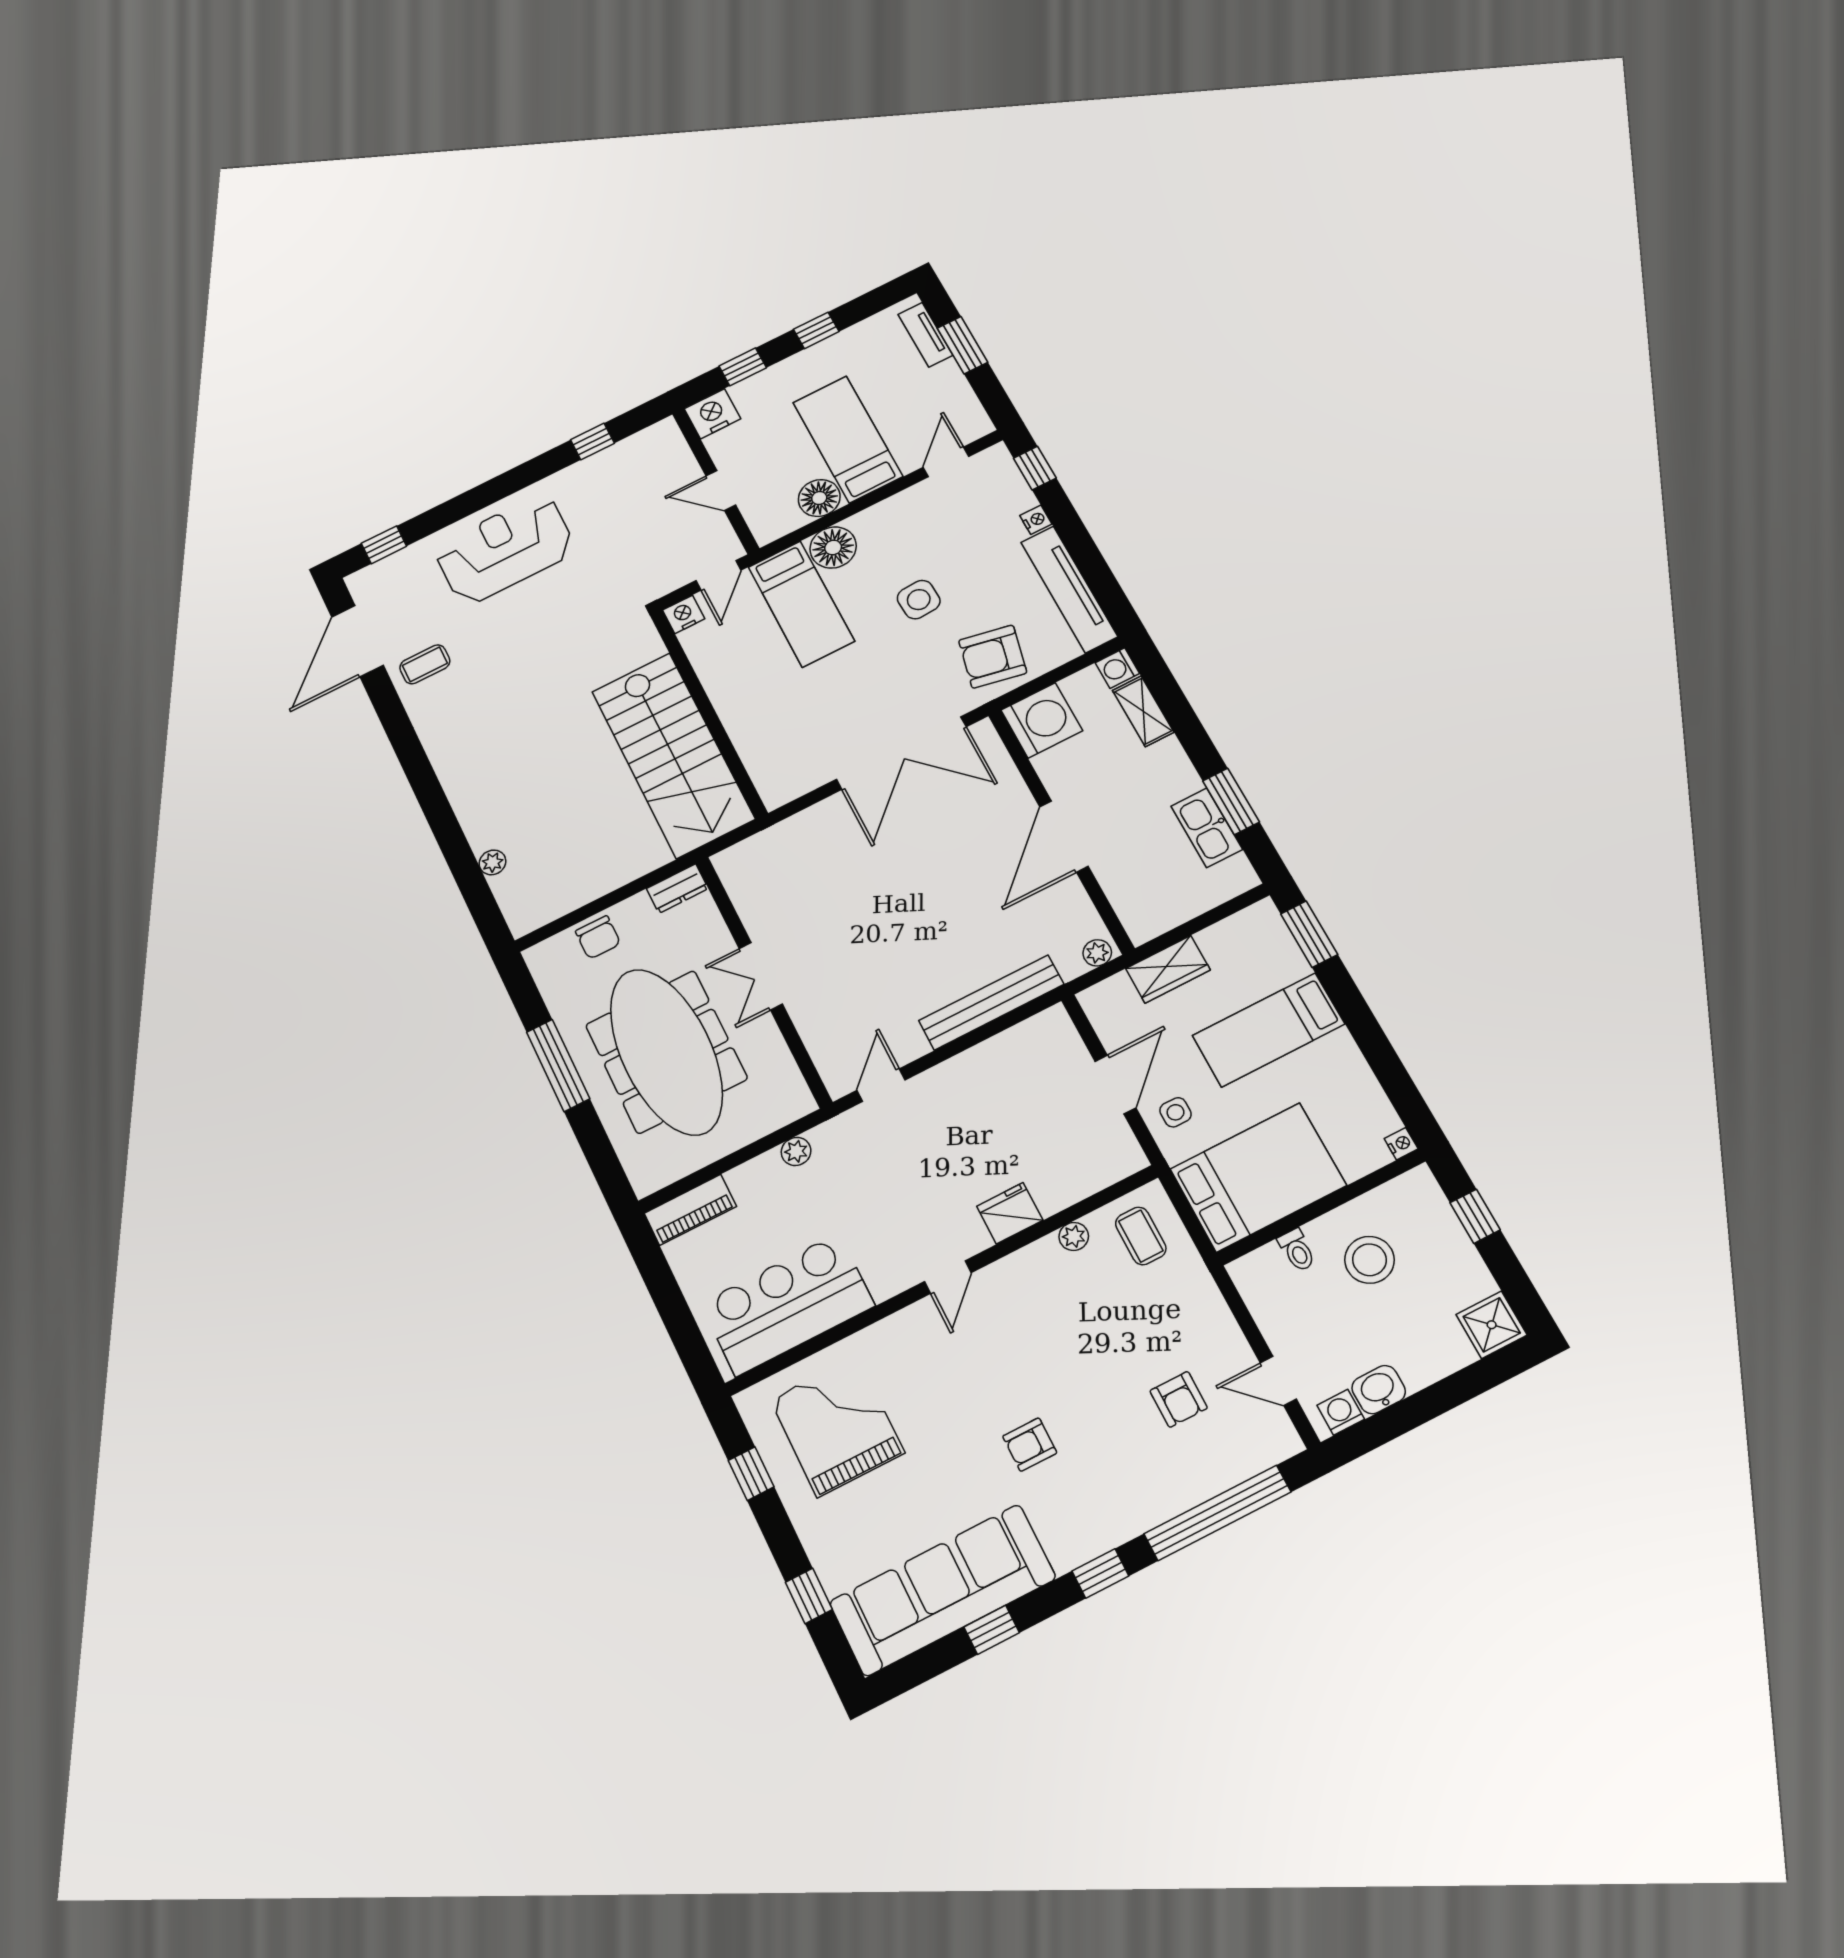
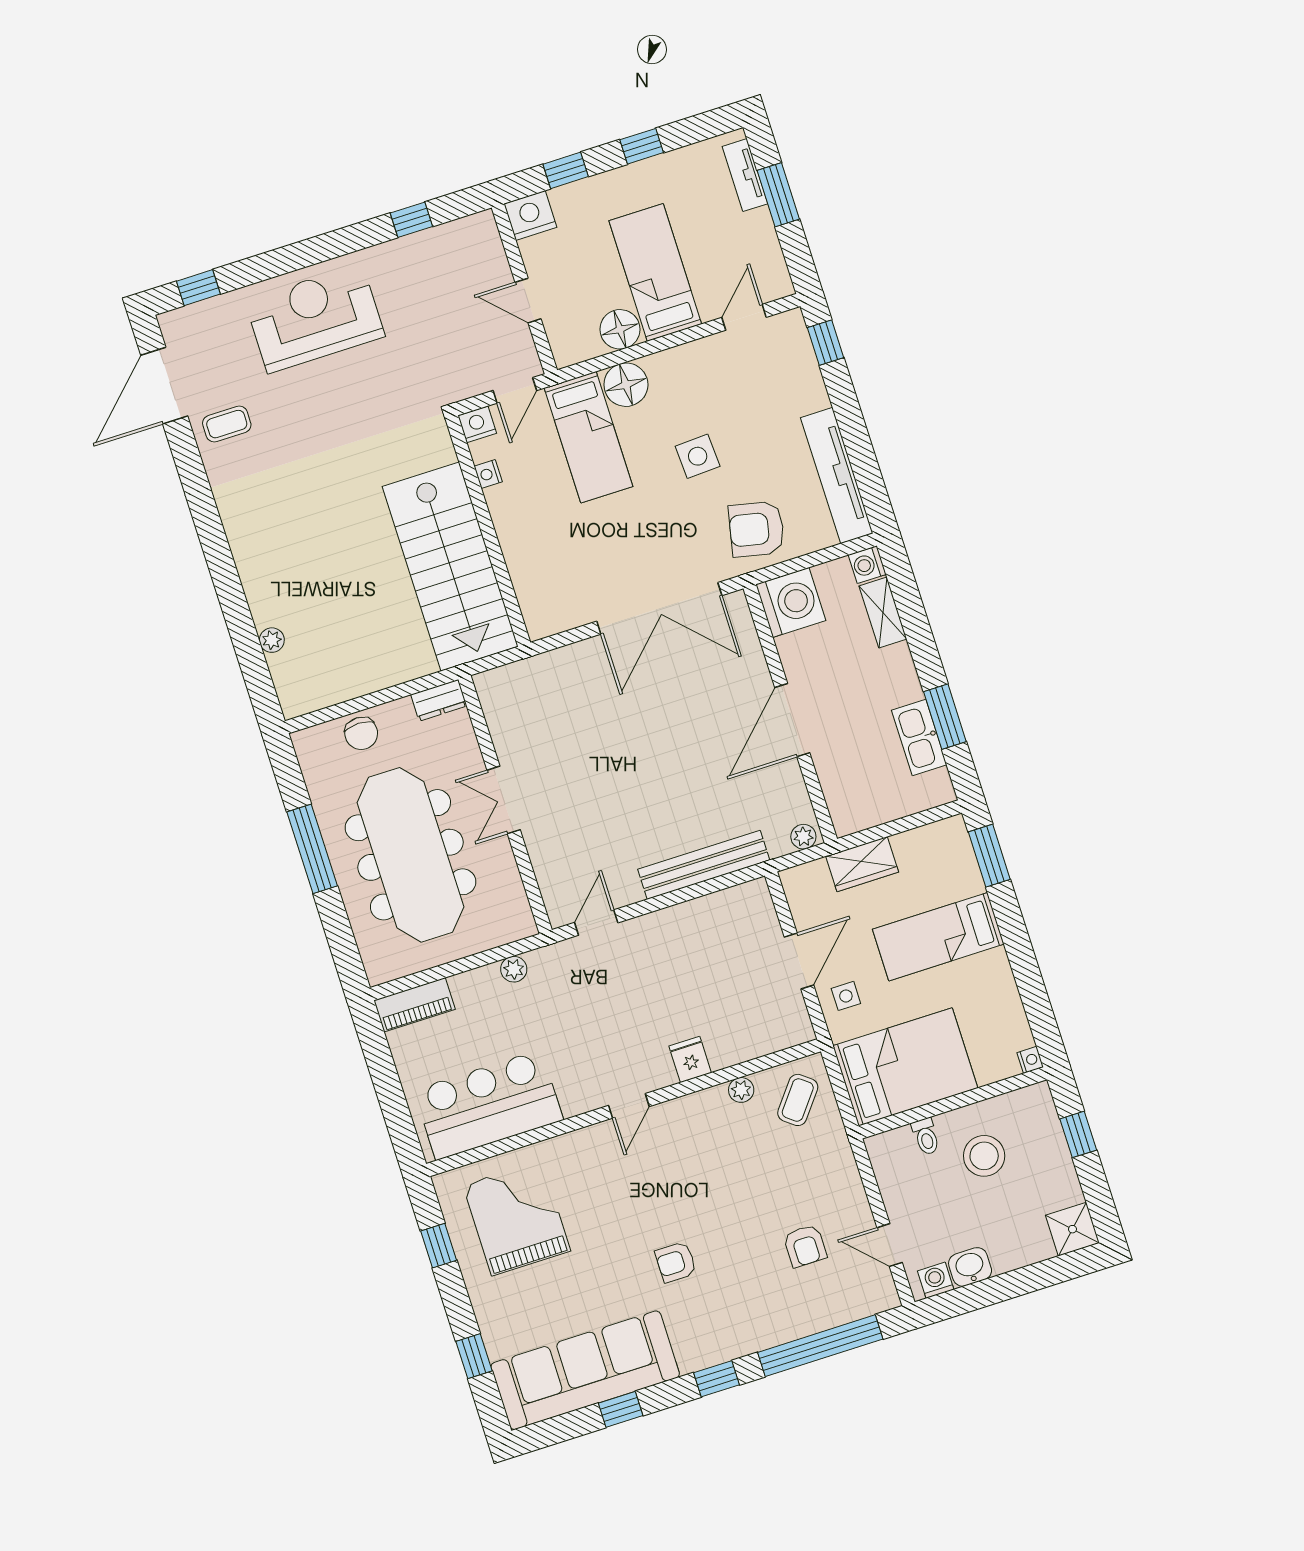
nightstand: (1036, 520) -> (488, 474), moved, turned 180
fridge: (1010, 1213) -> (690, 1059), width x0.72
coffee table: (1141, 1236) -> (798, 1100), turned 38

